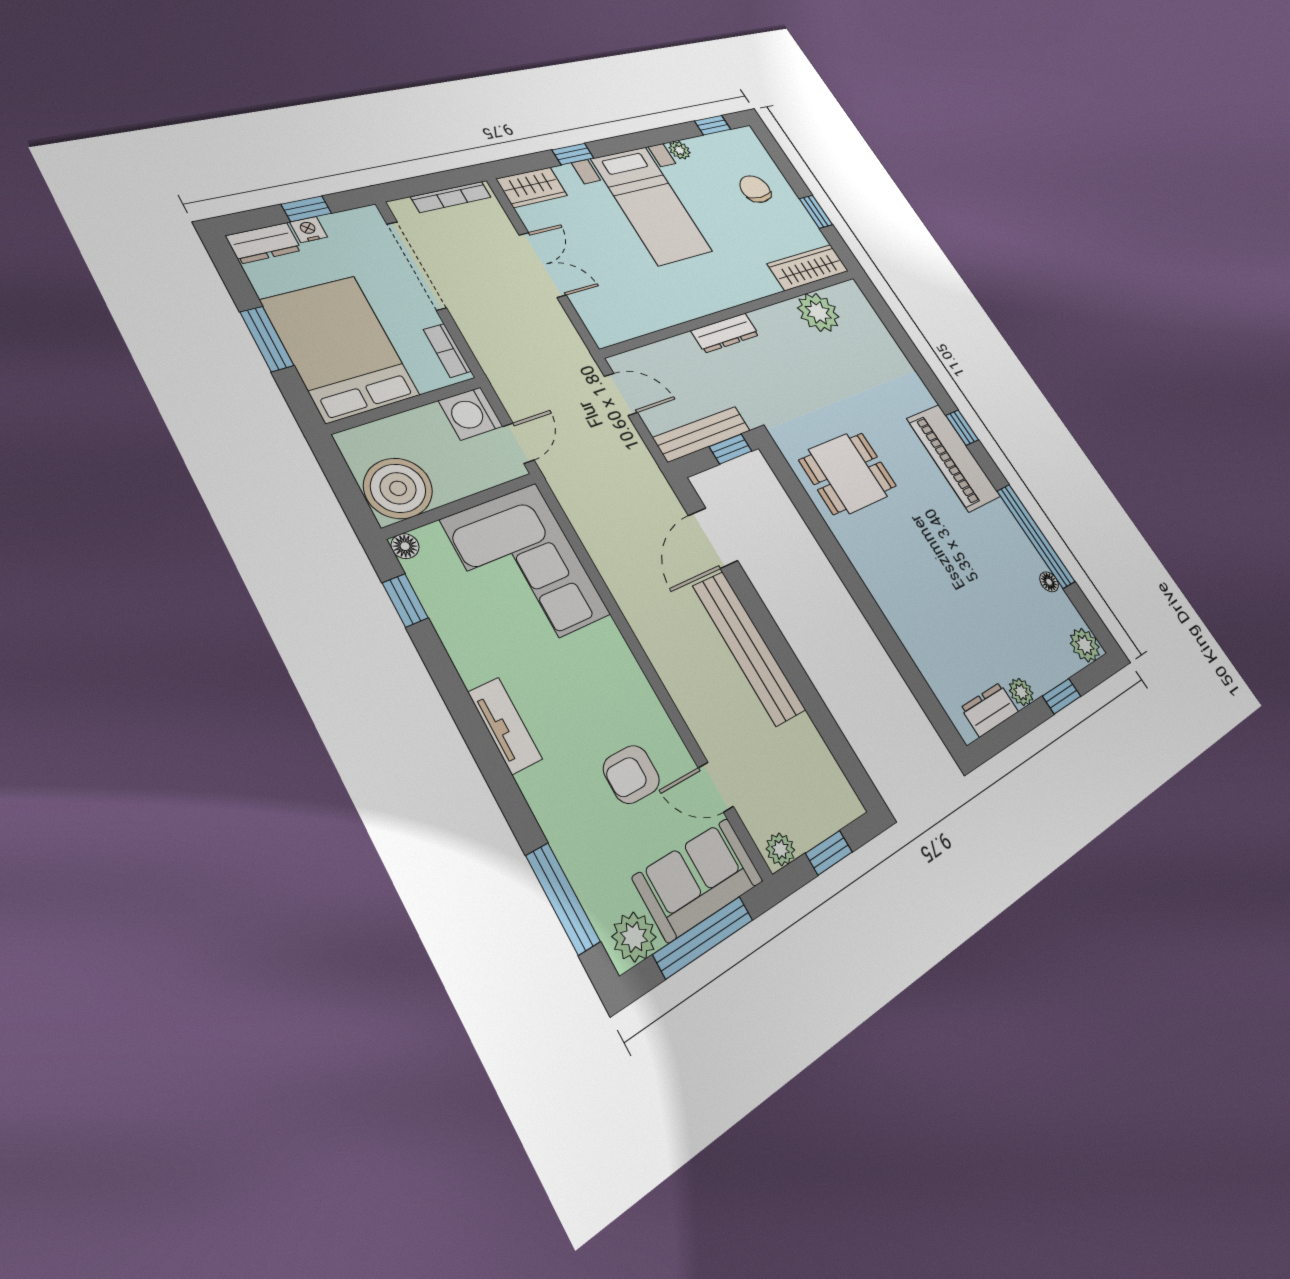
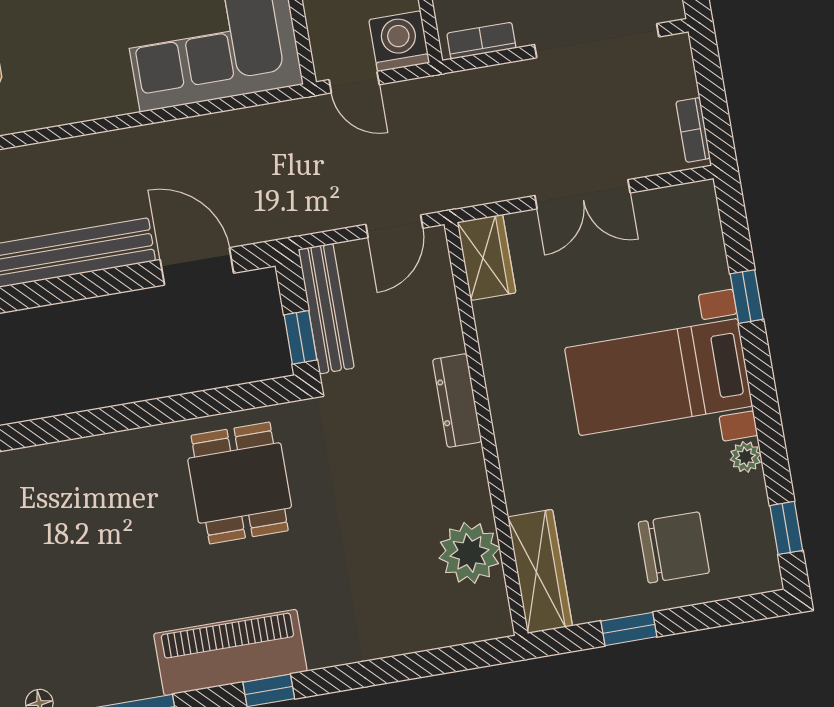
wardrobe: (532, 187) -> (487, 257), moved, turned 180
chair: (755, 189) -> (674, 547), width x1.37, depth x1.37
bookcase: (451, 197) -> (693, 130), width x0.64

